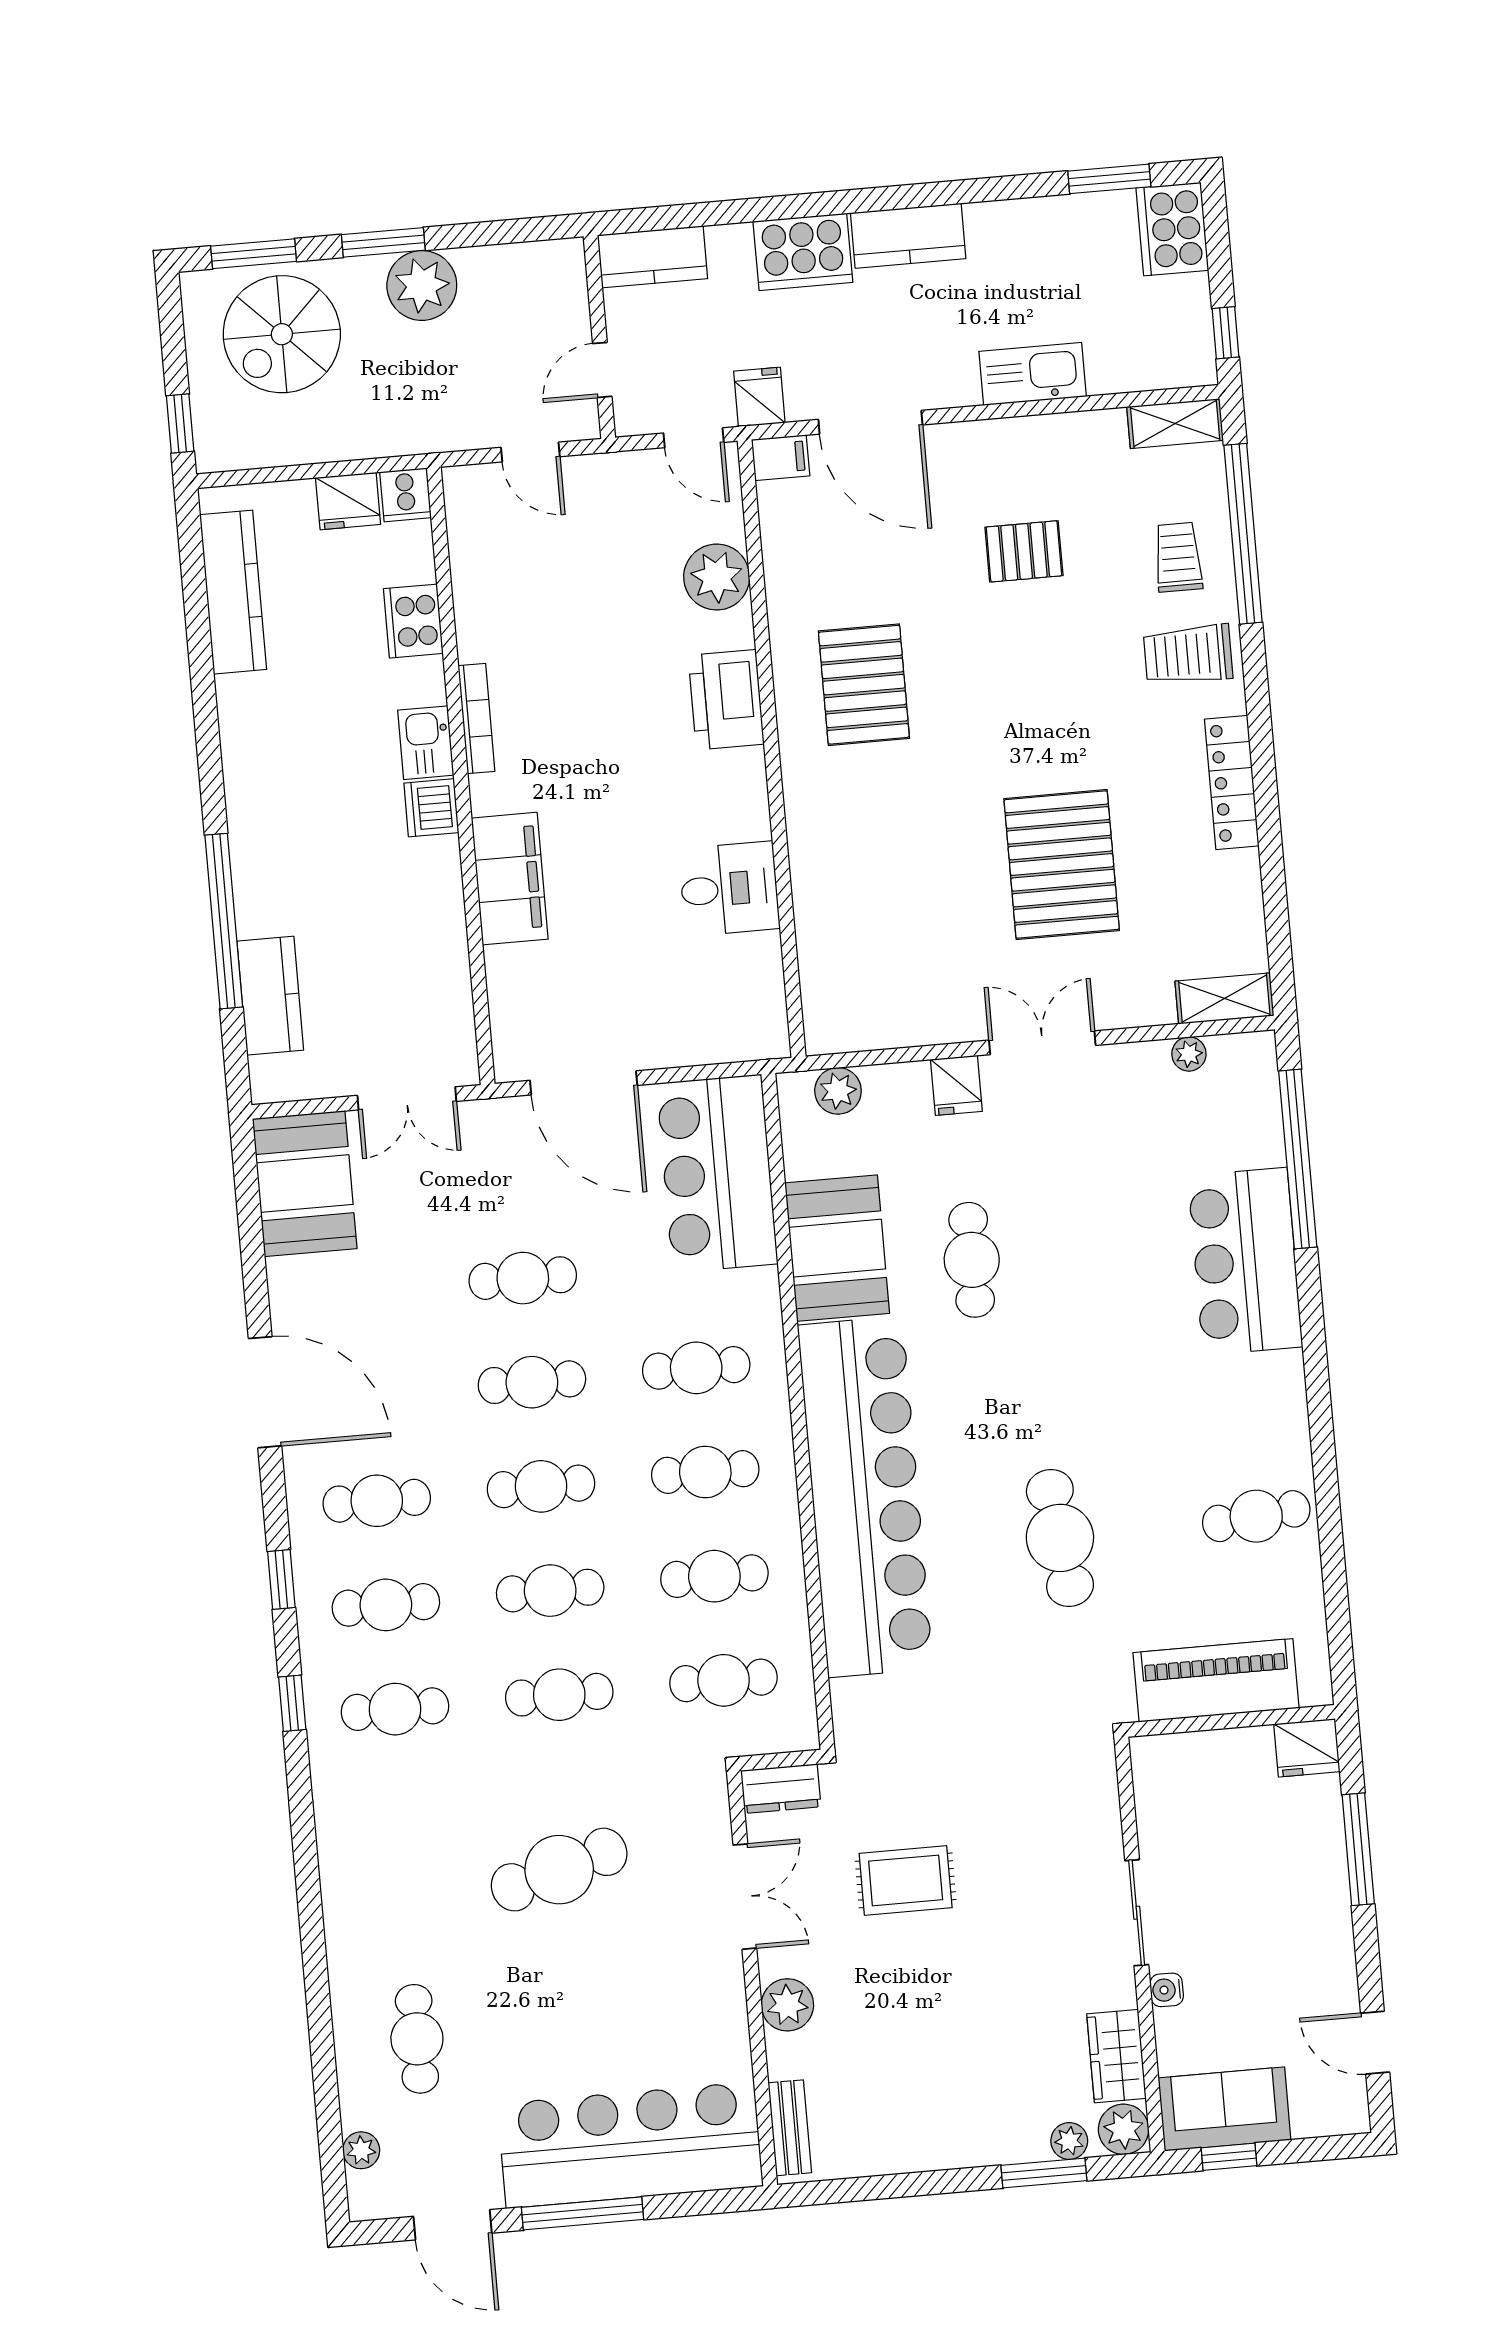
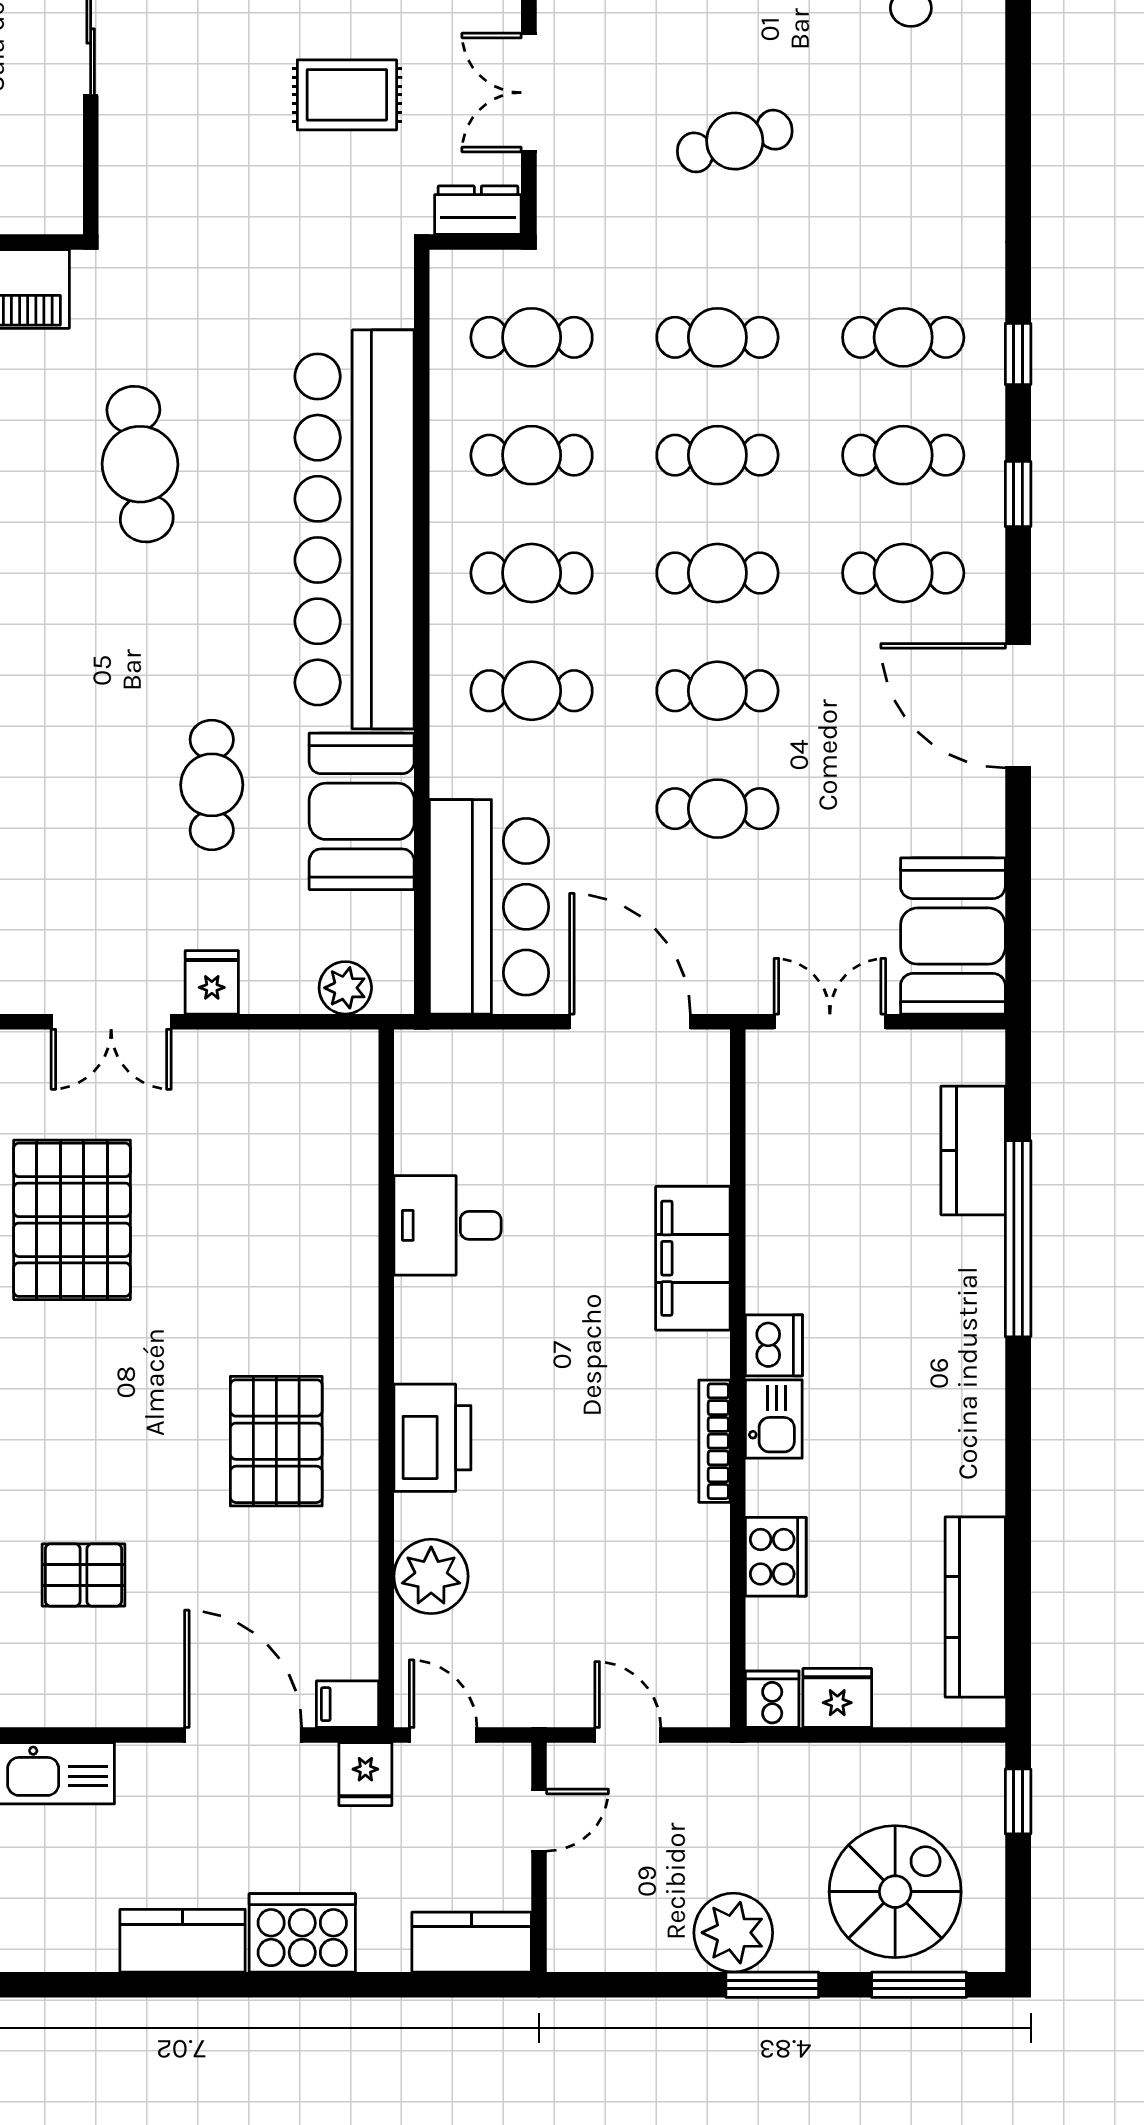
cafe table: (559, 1870) -> (735, 141), width x0.73, depth x0.74

